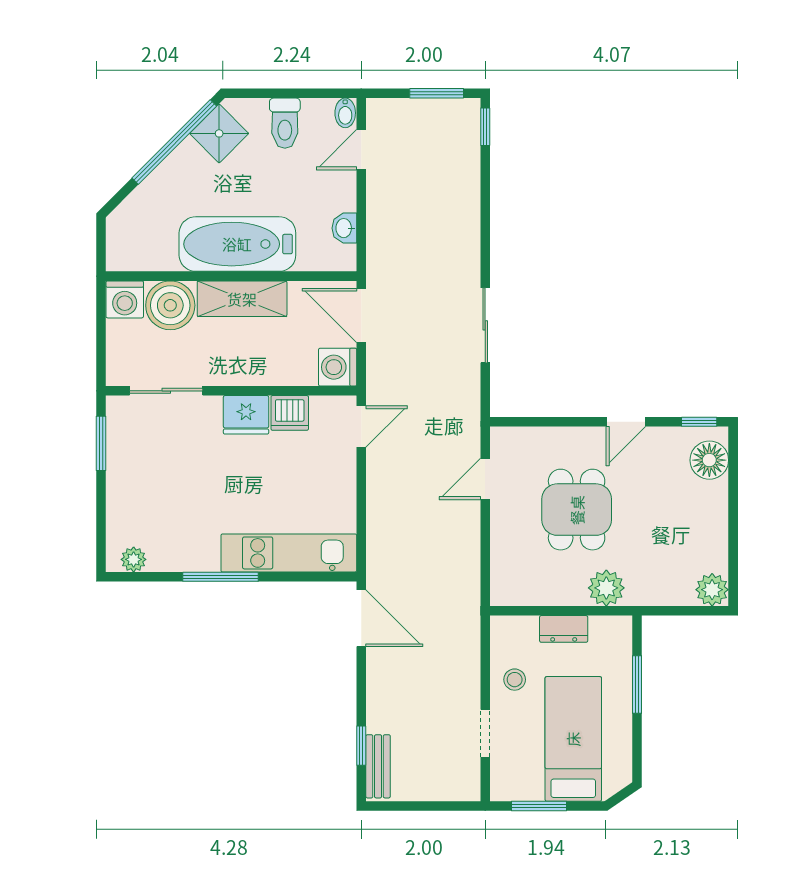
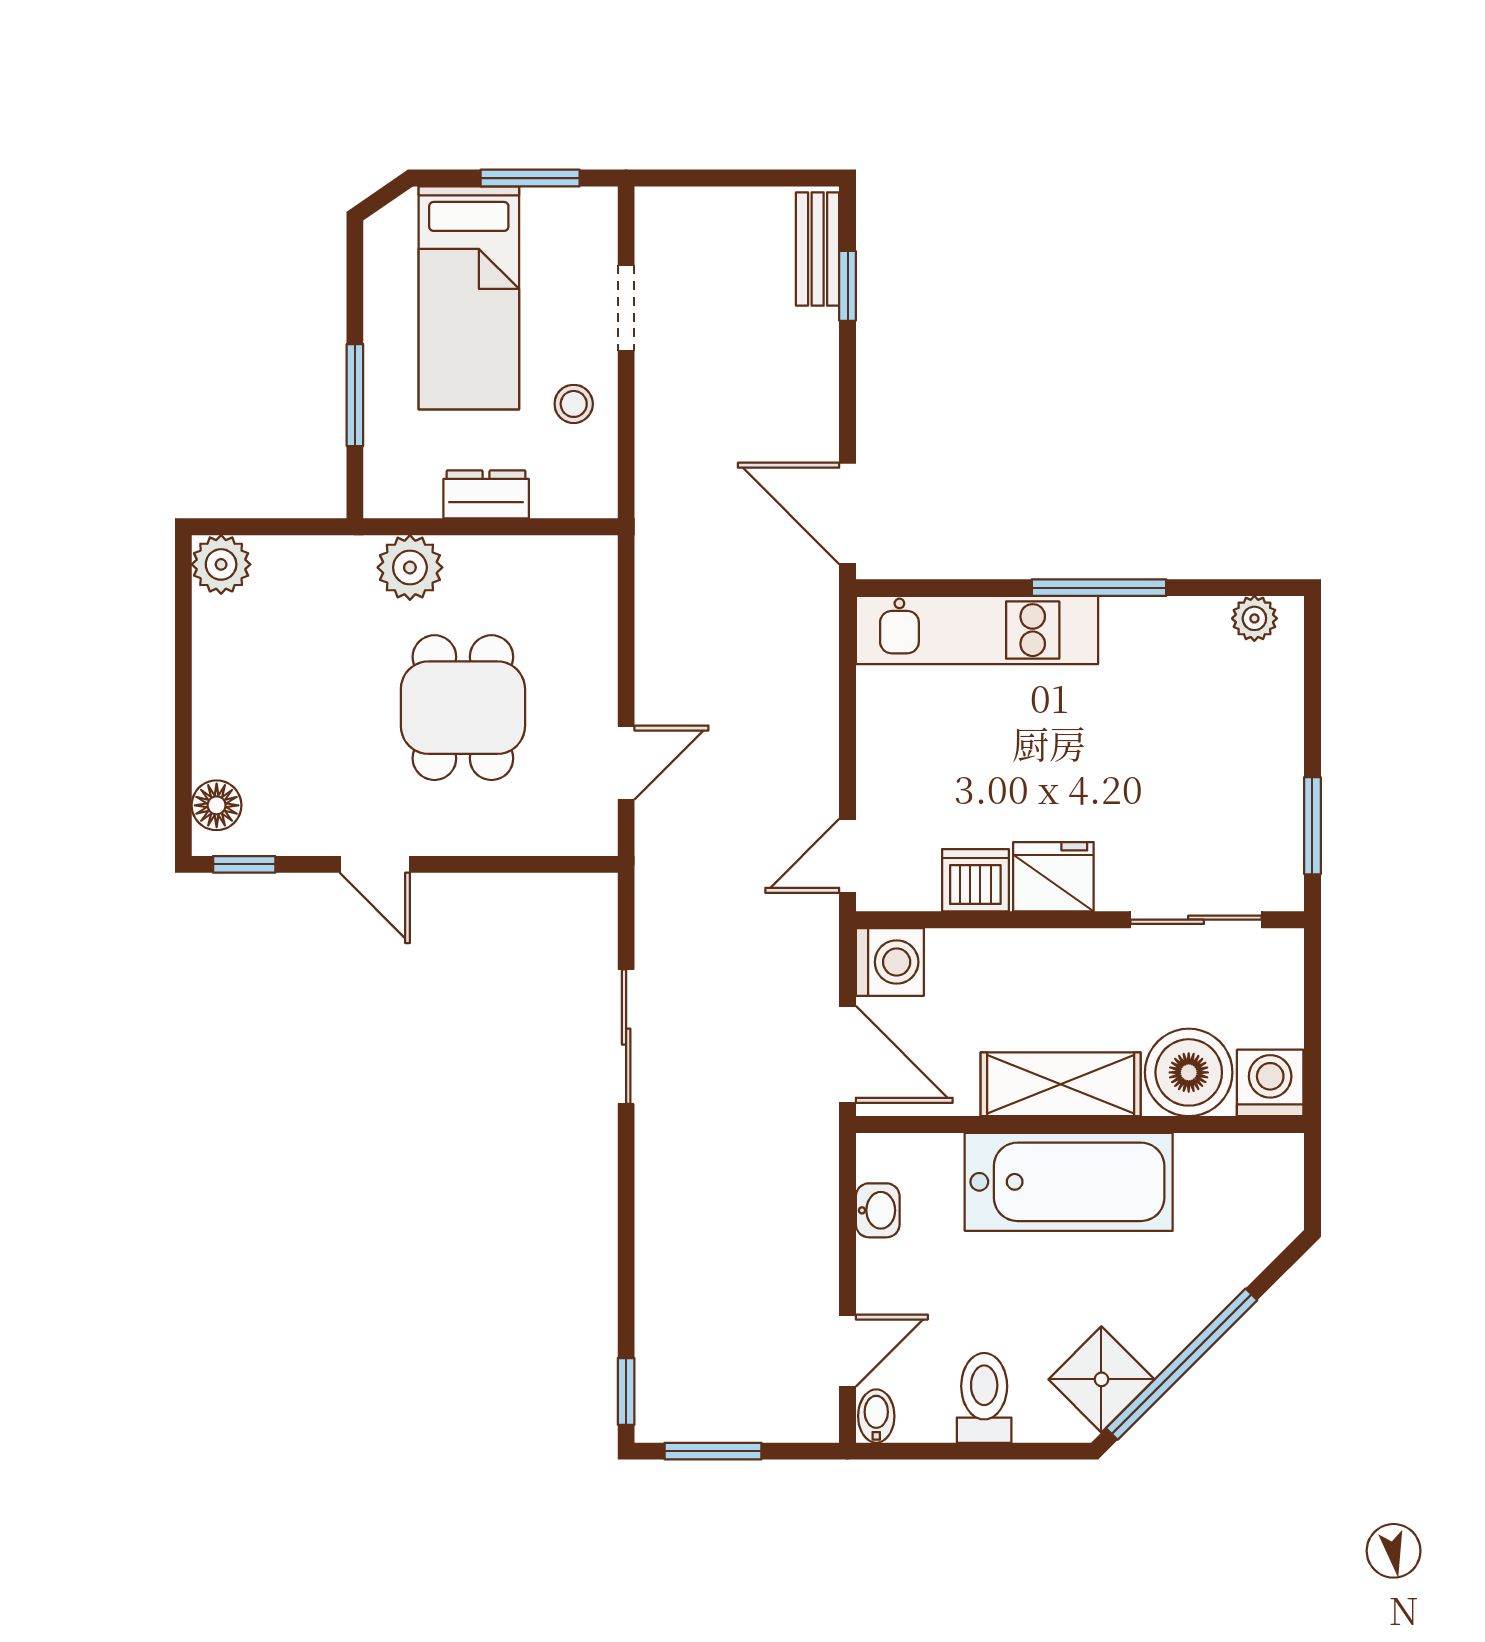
door: (626, 422) -> (375, 864), swing flipped
floor lamp: (709, 460) -> (217, 805), width x0.73, depth x0.73

